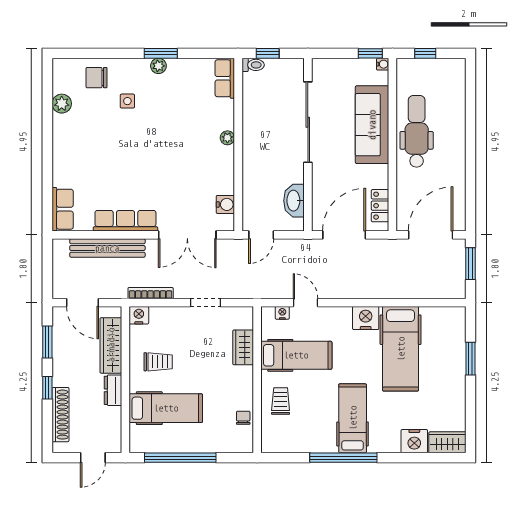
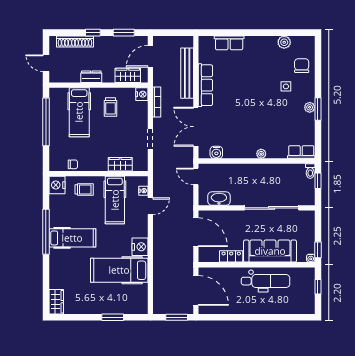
locker: (380, 206) -> (231, 256), moved
row of seats: (63, 209) -> (229, 43), moved
wardrobe: (111, 345) -> (128, 75), width x0.67
nightstand: (414, 441) -> (57, 185), moved

